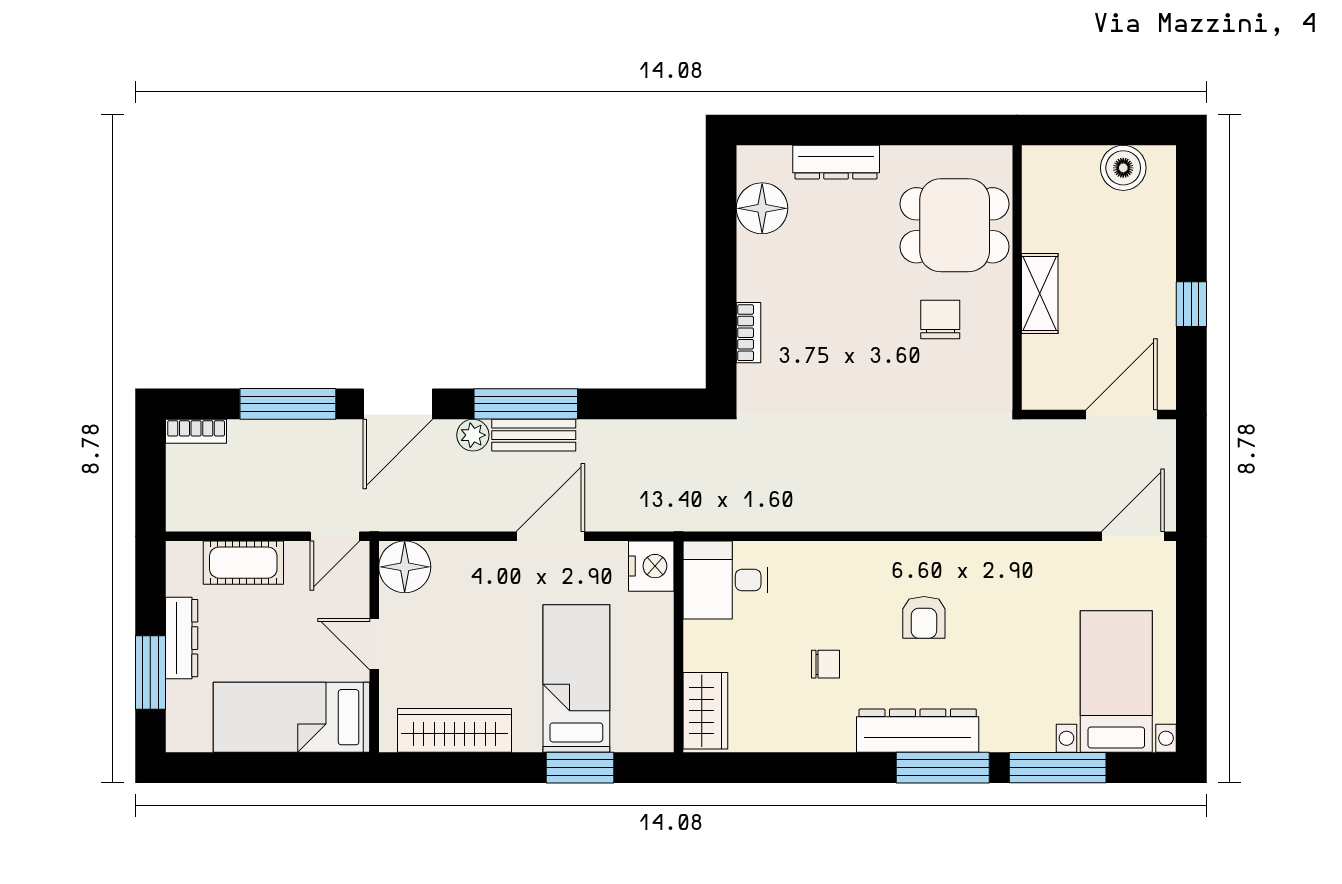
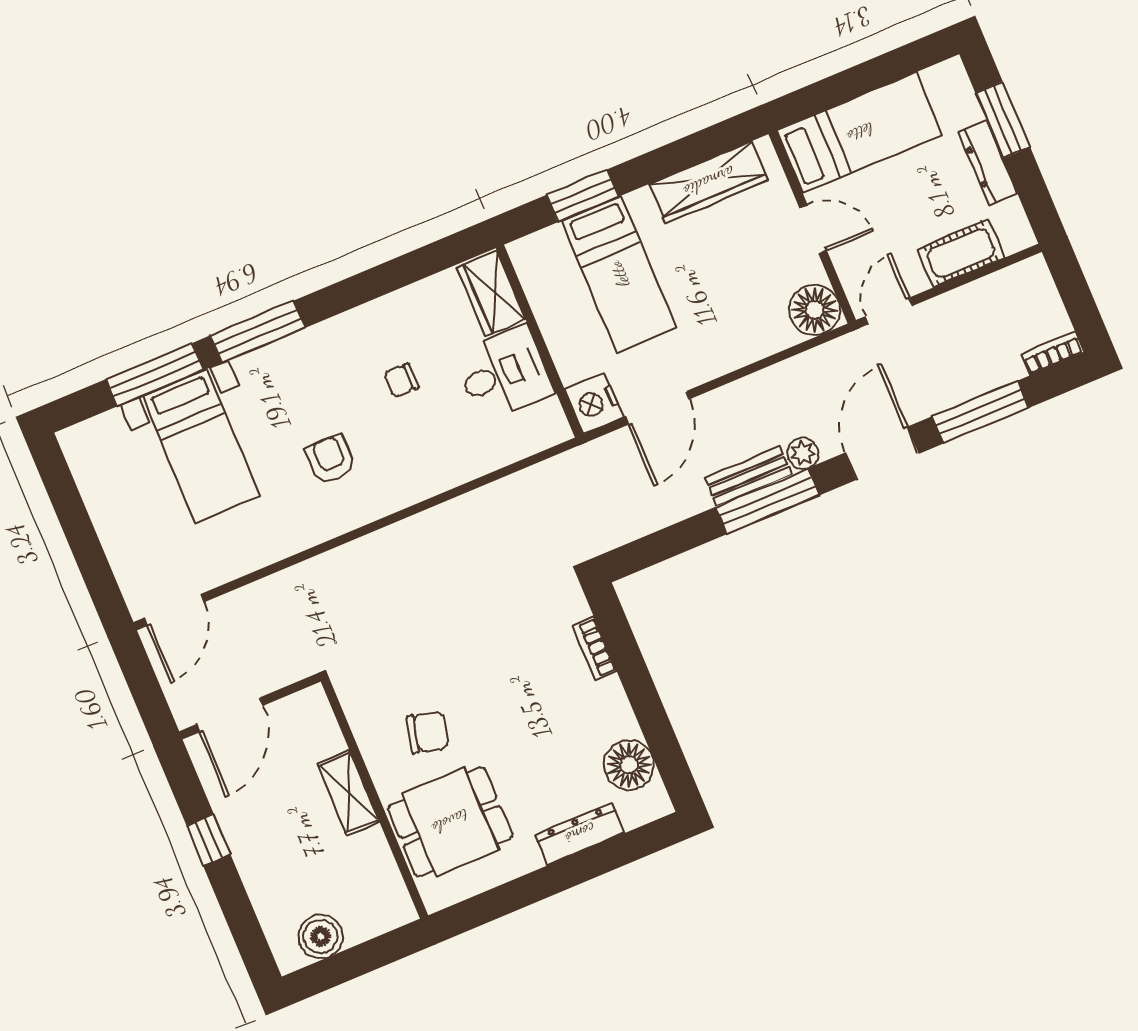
chair: (940, 319) -> (428, 732), turned -76
door: (550, 536) -> (658, 408), moved
desk: (725, 580) -> (504, 373), moved
bed with nightstands: (1116, 681) -> (201, 446), moved
dresser: (918, 731) -> (294, 355), removed

